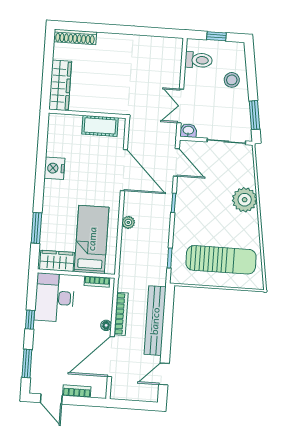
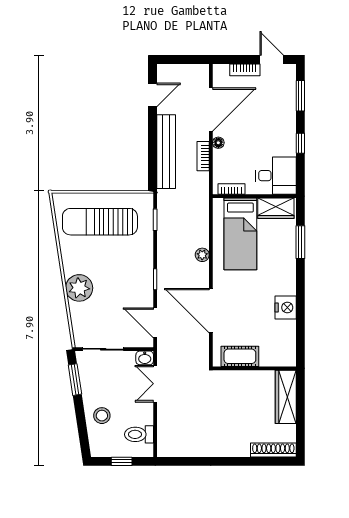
double door: (180, 106) -> (155, 384), swing flipped
desk: (54, 298) -> (276, 176), width x0.73
bookcase: (121, 314) -> (203, 156), width x0.64

